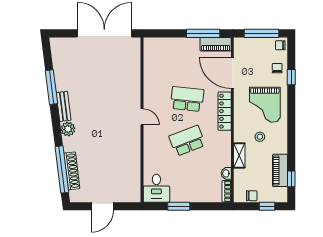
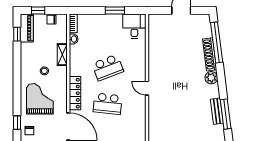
bench: (64, 106) -> (217, 111), moved
piano: (280, 170) -> (27, 28), moved
shoe rack: (72, 171) -> (210, 54), moved

